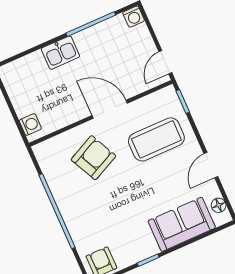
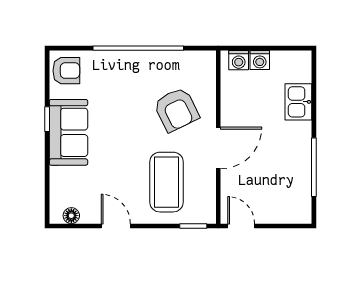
washing machine: (134, 17) -> (260, 60), moved, turned -90
kitchen sink: (60, 53) -> (298, 102), moved
sofa: (182, 224) -> (68, 132), moved

